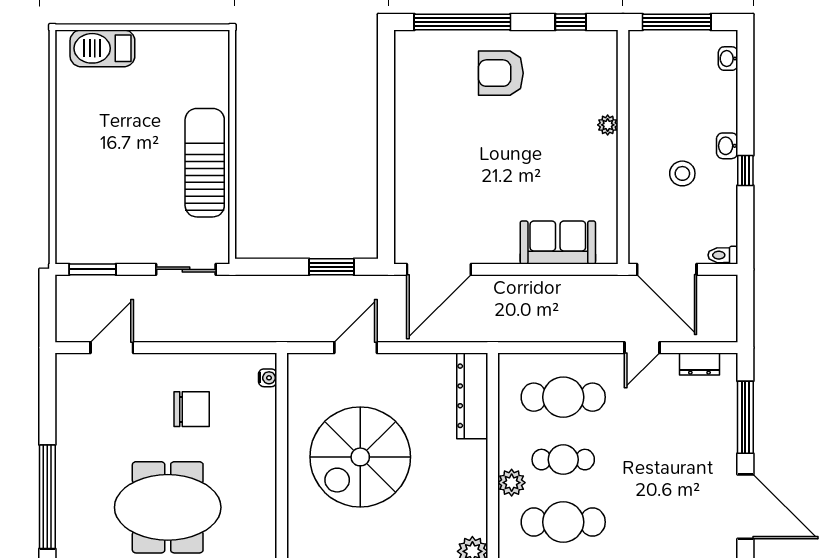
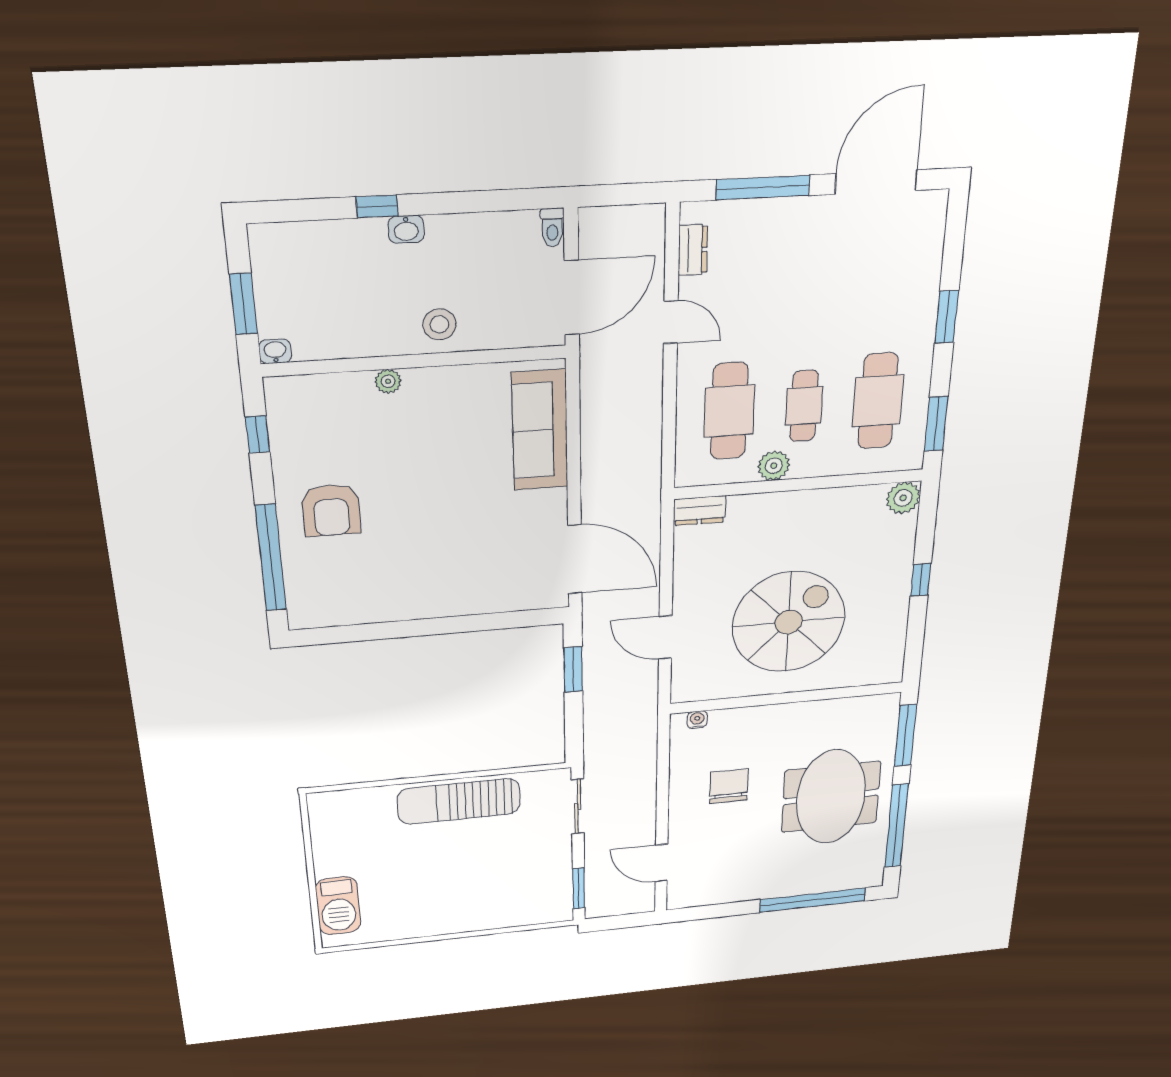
window: (677, 22) -> (243, 304), width x0.69
washbasin: (728, 59) -> (275, 351), moved, turned 180
window: (745, 171) -> (377, 206), moved
stool: (682, 173) -> (439, 324), moved
sofa: (558, 243) -> (540, 430), width x1.36
dresser: (472, 396) -> (700, 511), width x0.51, depth x0.80
spiral stairs: (360, 457) -> (789, 622), turned -90
plant: (512, 483) -> (774, 466), moved

